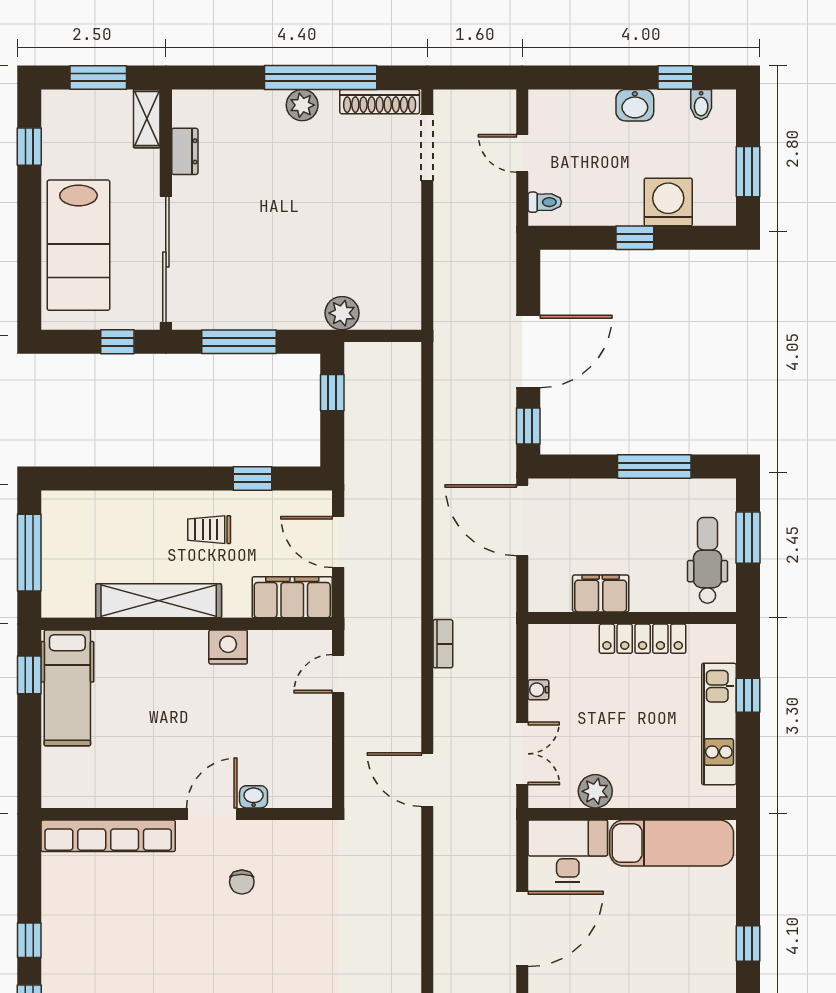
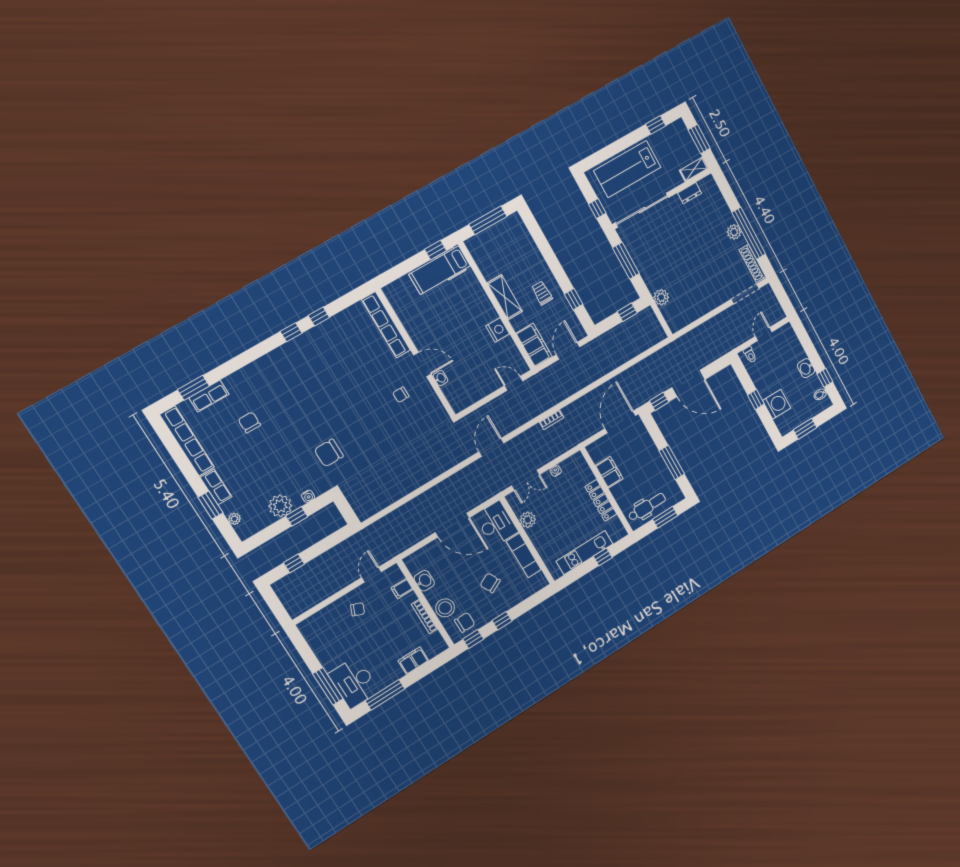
shelving: (159, 601) -> (505, 297), width x0.68
exam couch: (672, 843) -> (524, 555), width x0.73, depth x0.69
chair: (667, 924) -> (490, 583), added

